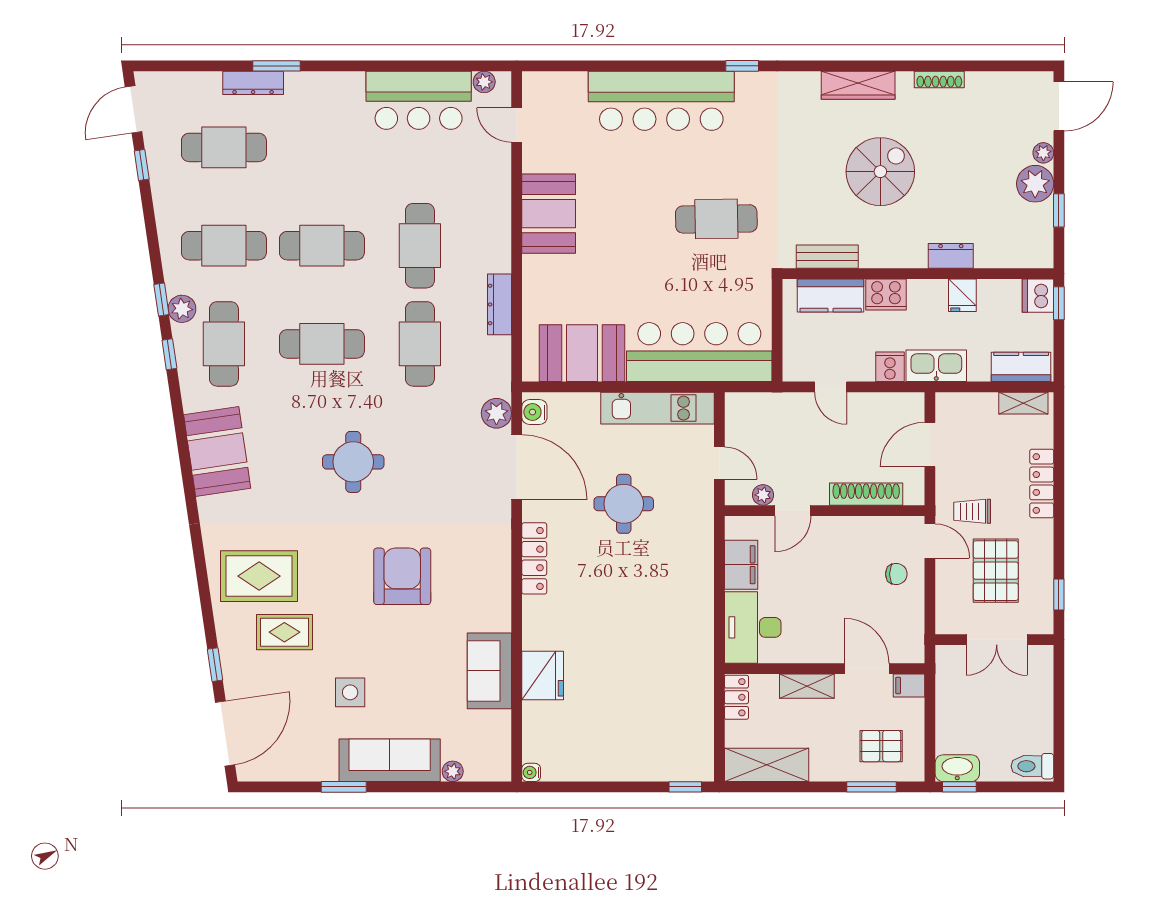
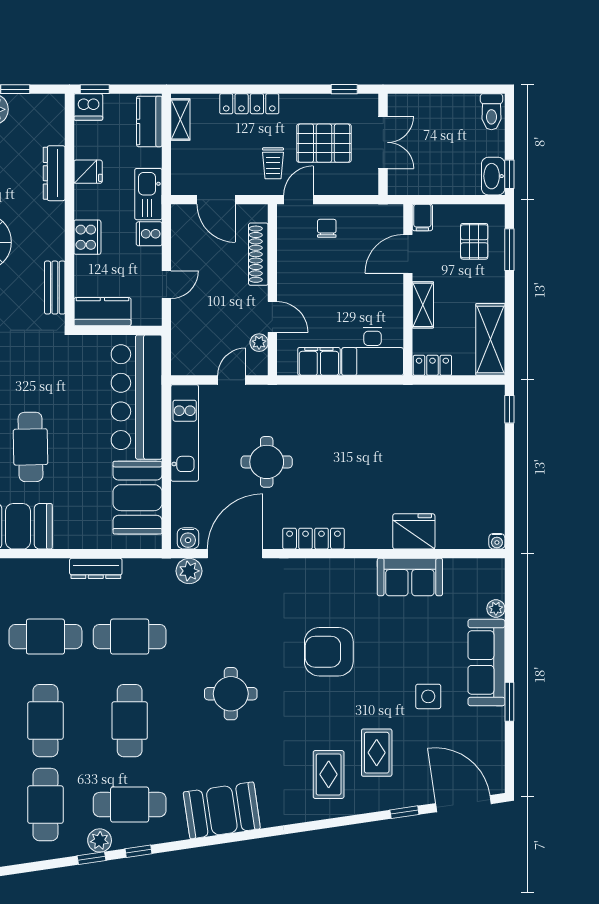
cafe table: (716, 219) -> (30, 447), moved
dresser: (951, 256) -> (54, 173), width x1.44
kitchen counter: (831, 296) -> (102, 312), moved, turned -90
rug: (259, 576) -> (329, 774), width x0.73, depth x0.70

